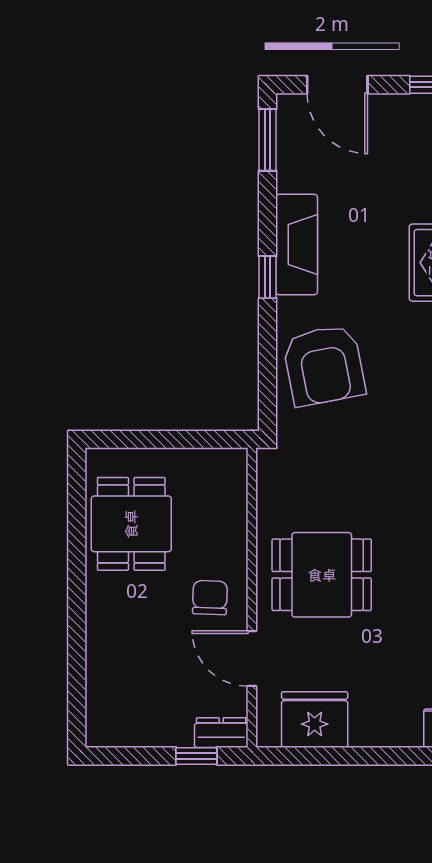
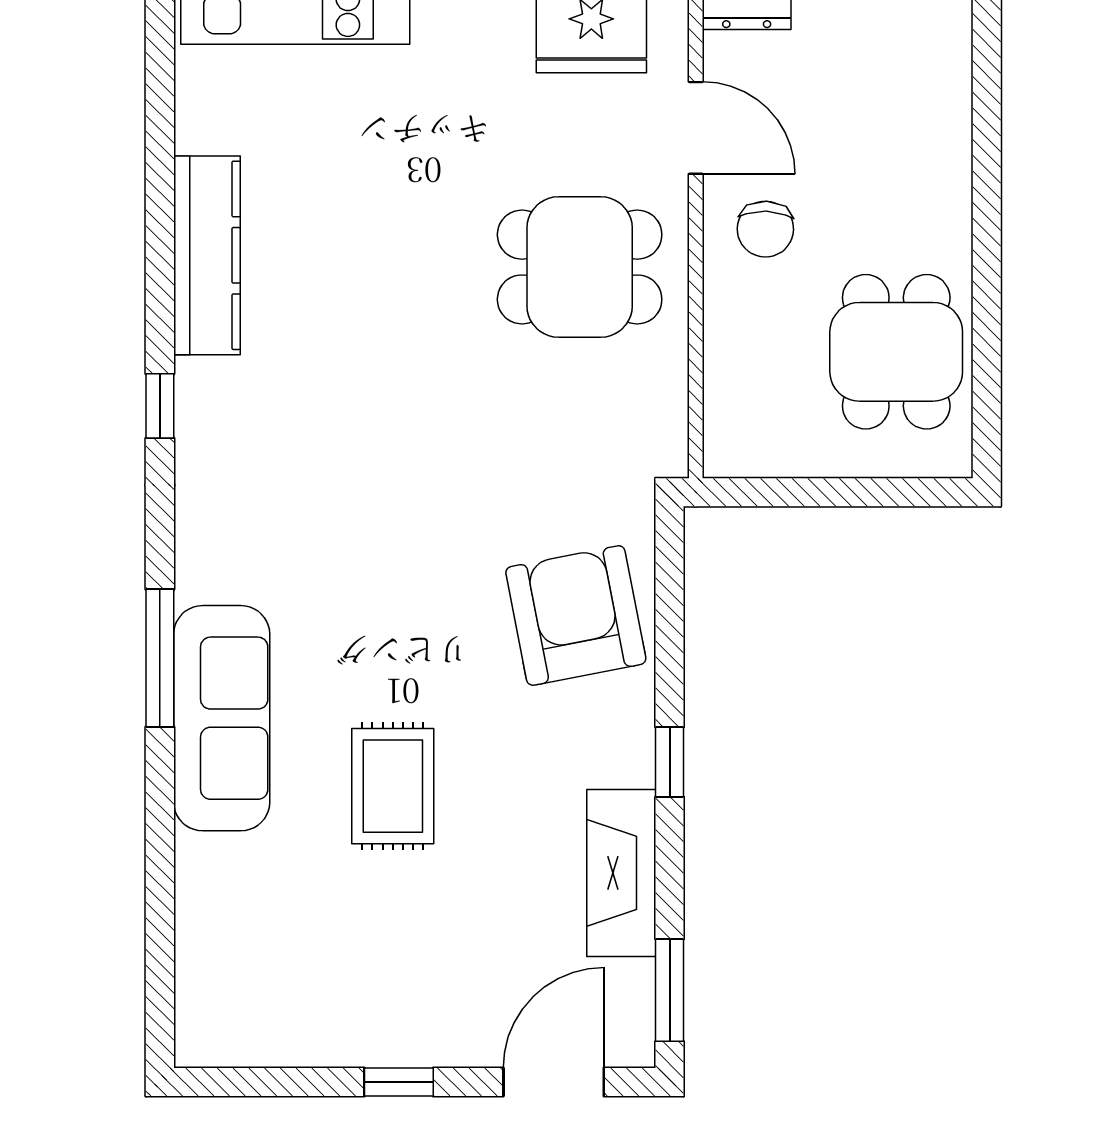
door: (337, 85) -> (554, 1082), hinge flipped
fireplace: (297, 245) -> (621, 873), moved

